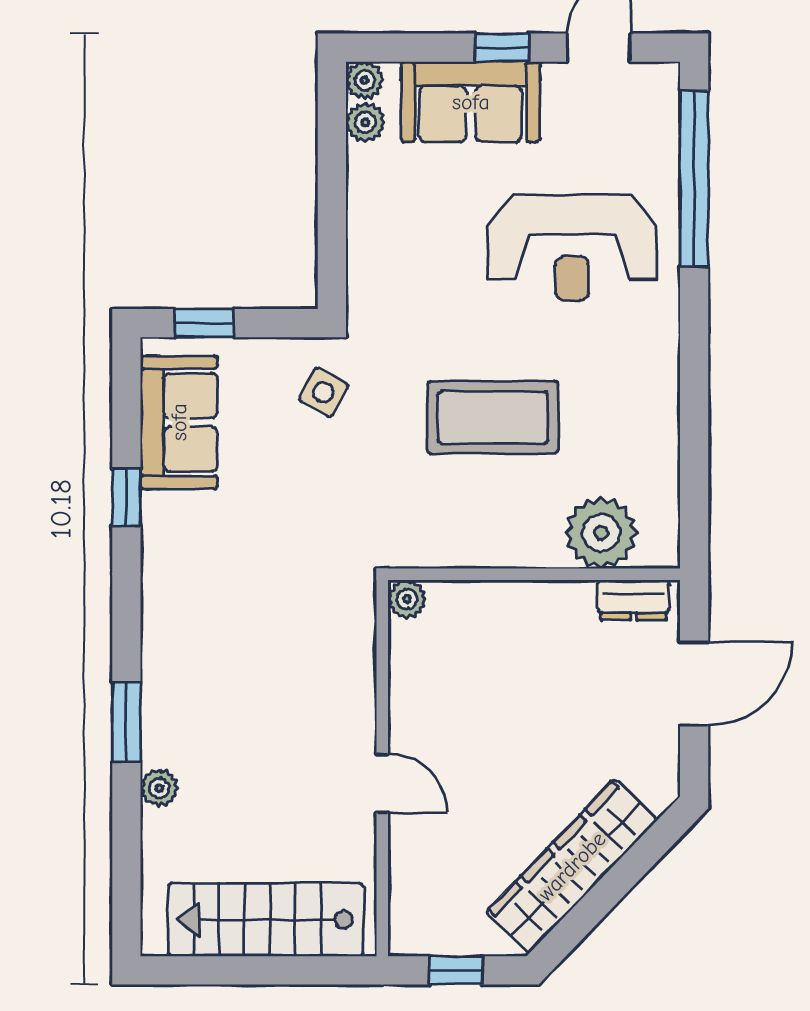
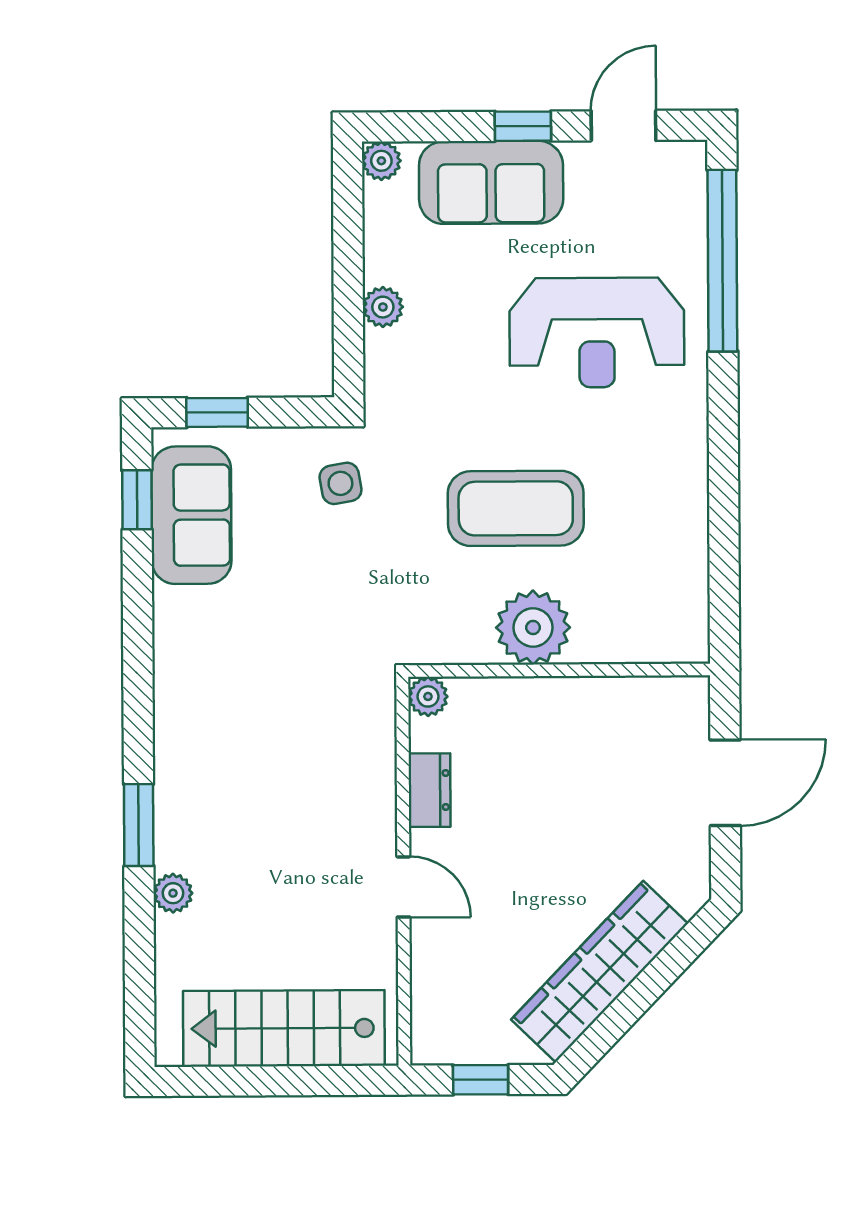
plant: (365, 122) -> (383, 307), moved
side table: (323, 392) -> (340, 483), turned -38
window: (126, 497) -> (137, 500), moved
plant: (601, 533) -> (533, 627), moved
dresser: (634, 600) -> (429, 790), moved, turned -90

